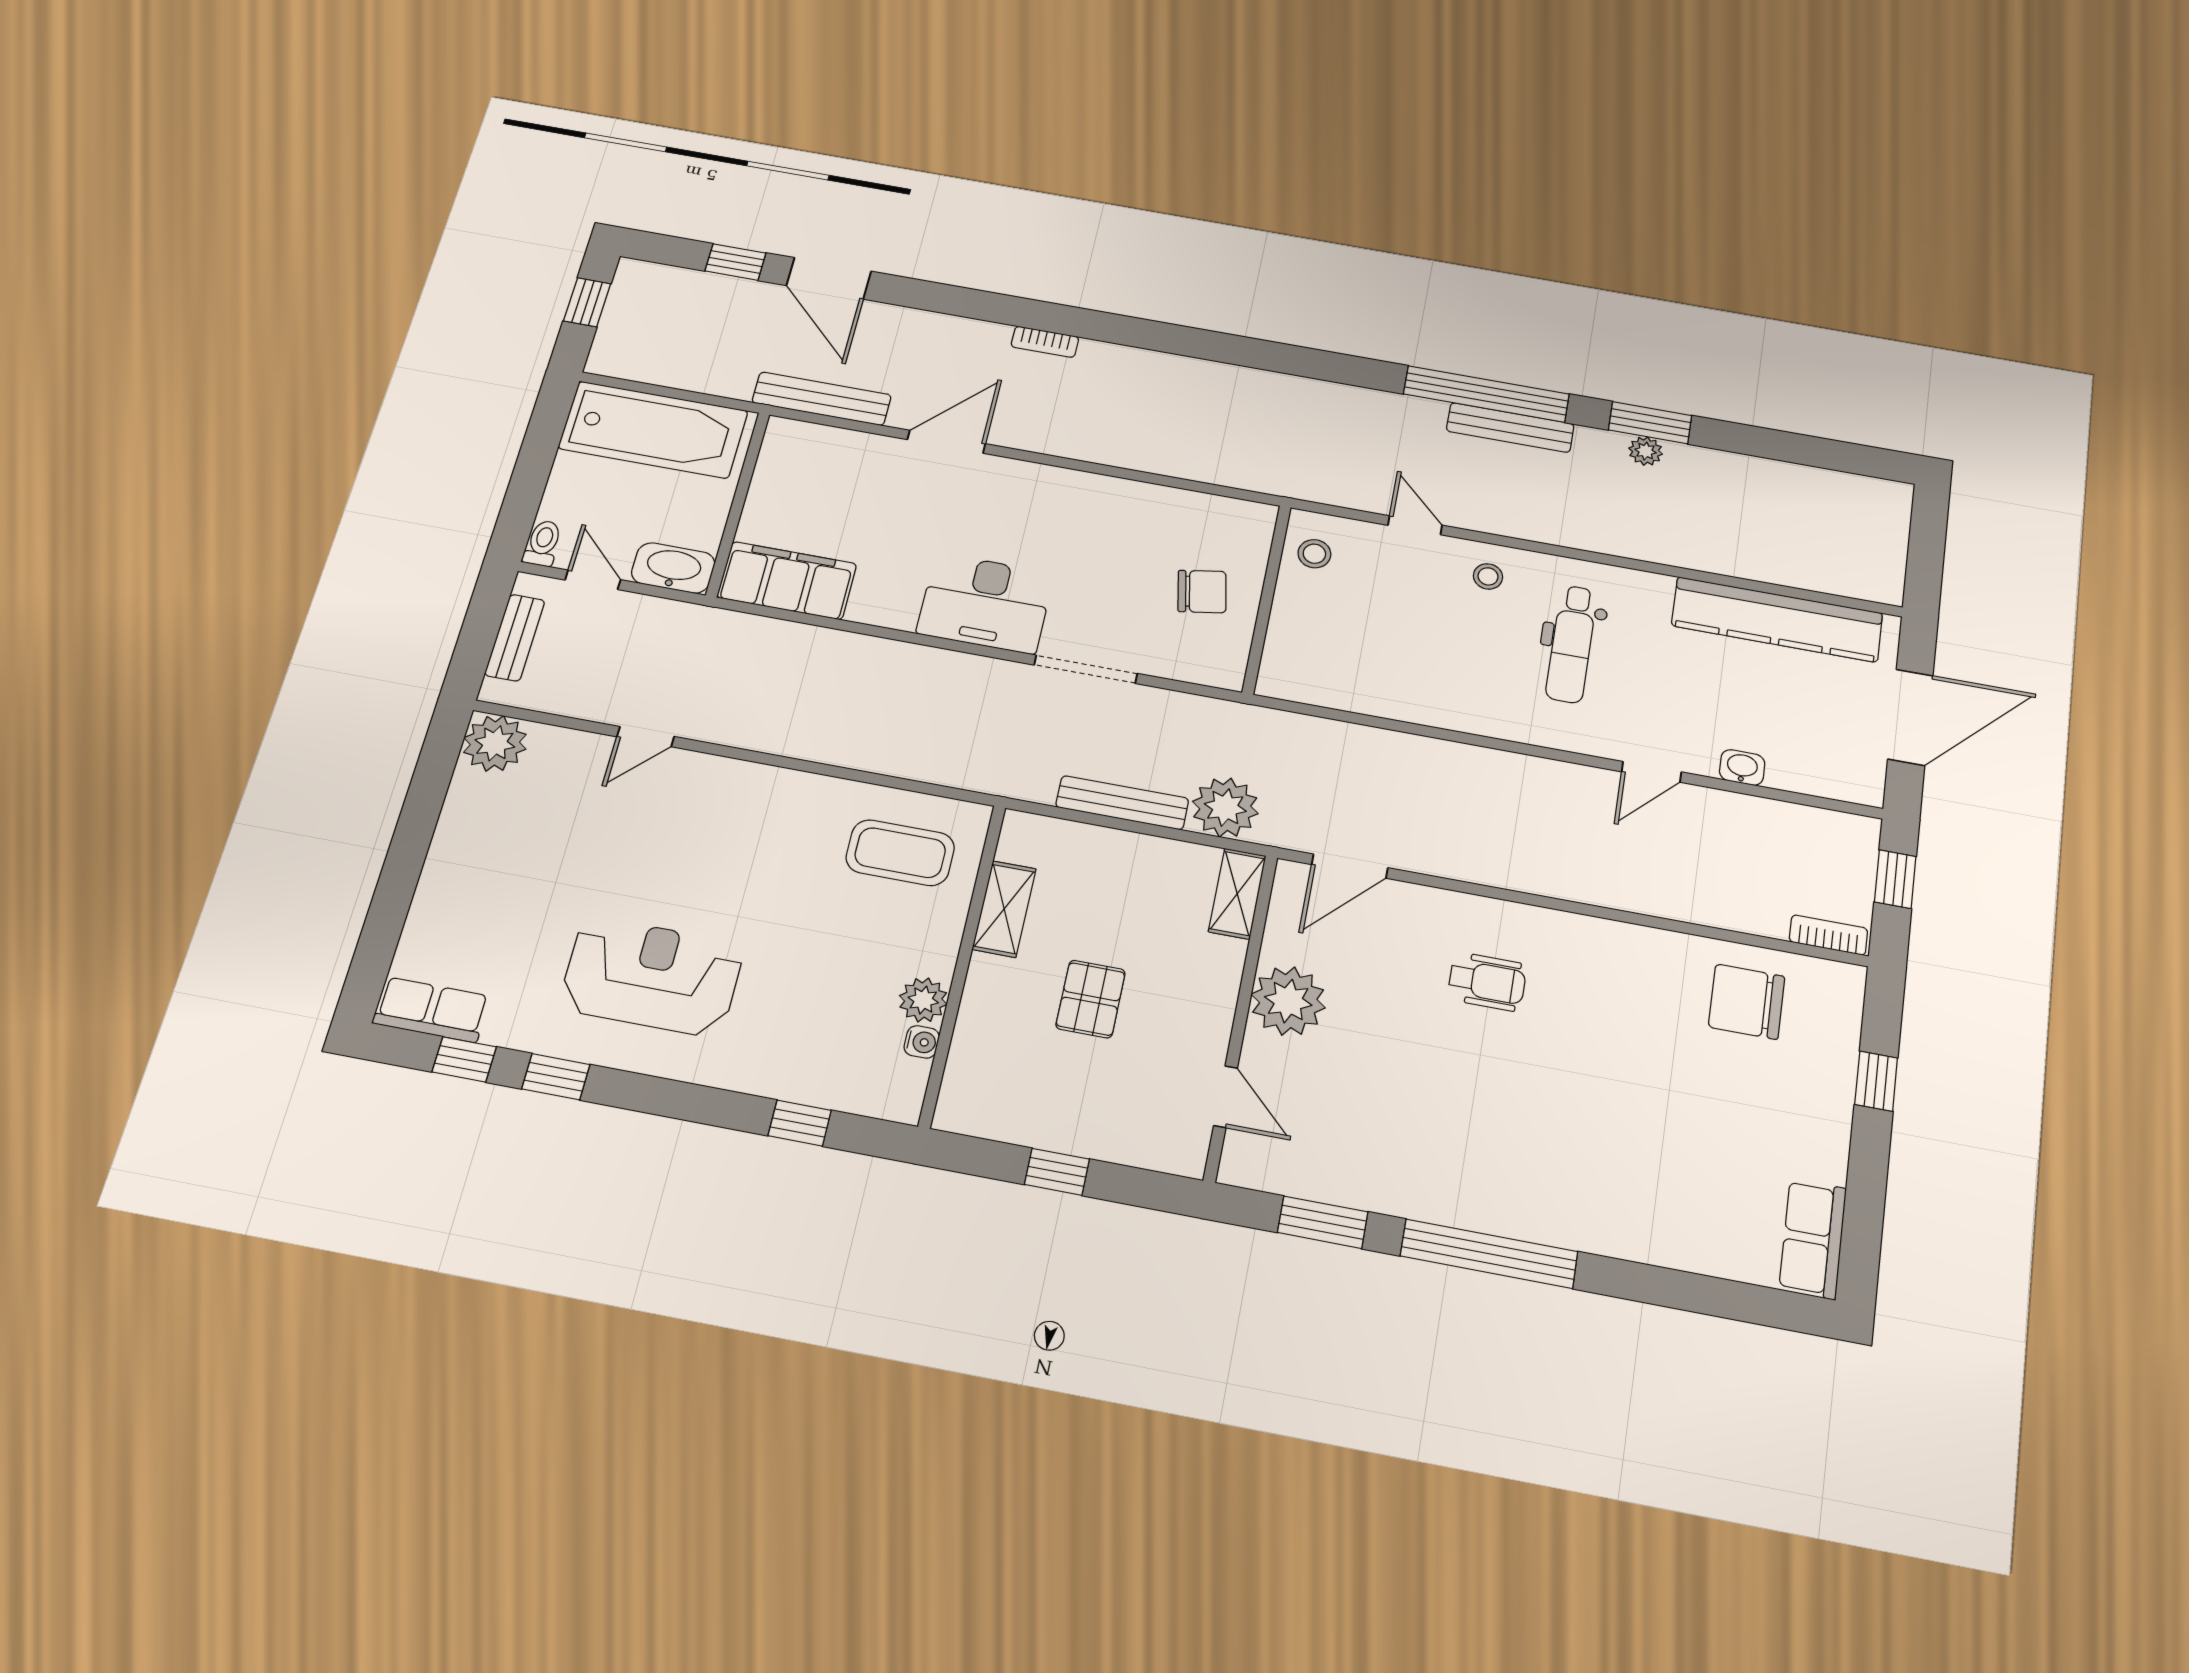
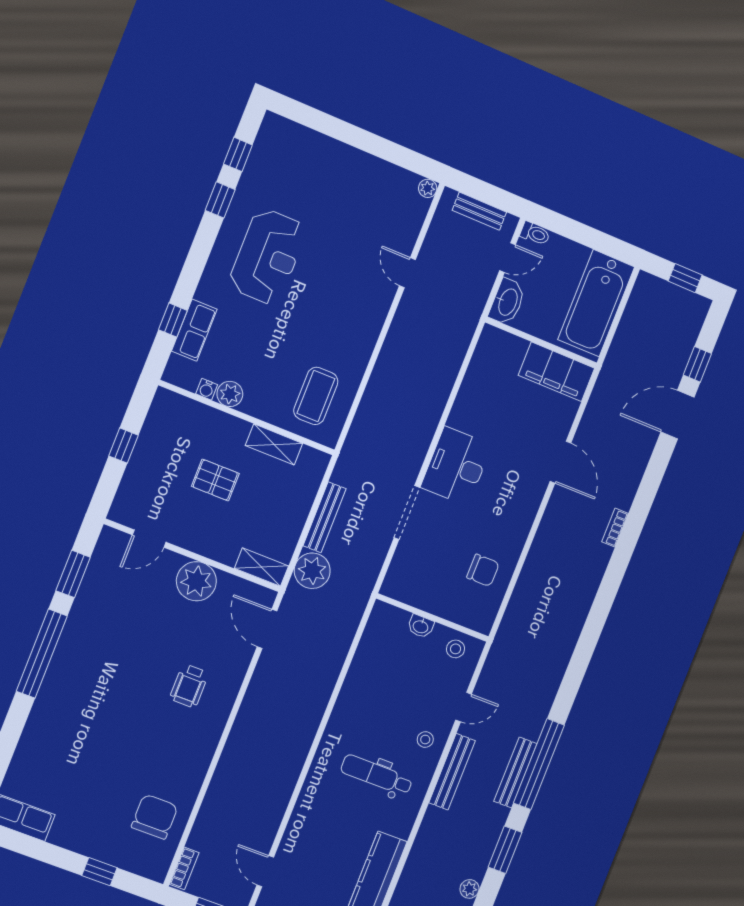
bench: (822, 399) -> (452, 772), moved
plant: (1646, 451) -> (469, 889), moved
filing cabinet: (787, 581) -> (556, 372), moved, turned 90
chair: (1202, 592) -> (483, 570), moved, turned -80
plant: (495, 743) -> (428, 188), width x0.53, depth x0.53
washbasin: (1742, 767) -> (421, 626), moved, turned 90
door: (1652, 772) -> (265, 871), moved
row of seats: (431, 1010) -> (194, 330), moved

